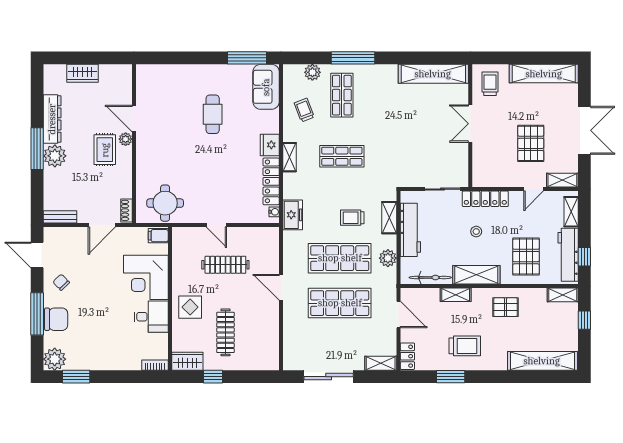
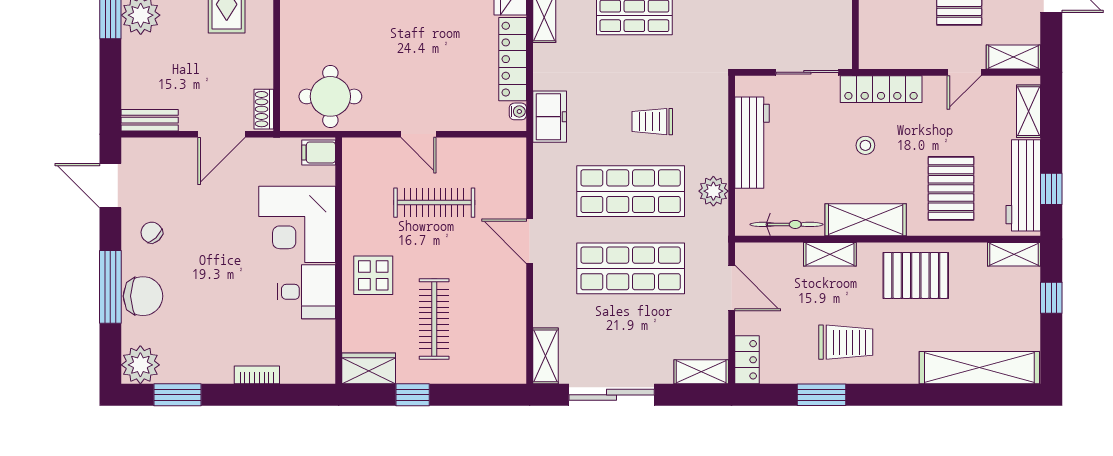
shelving: (389, 218) -> (546, 356), moved
pallet: (506, 307) -> (916, 275), width x1.50, depth x1.42
bookcase: (155, 365) -> (257, 375), moved

